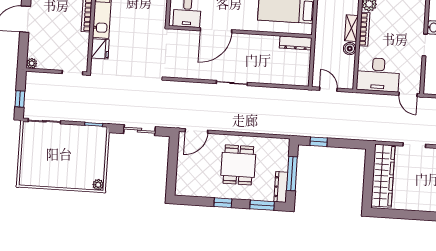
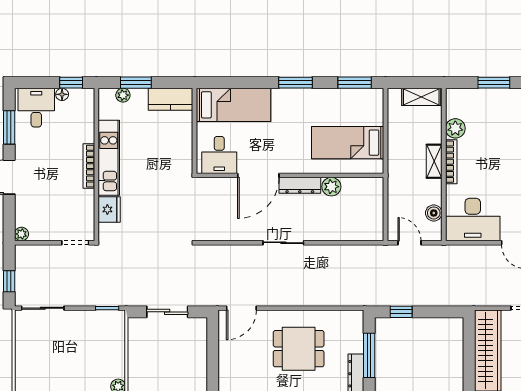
plant: (271, 42) -> (331, 187), added
dresser: (296, 43) -> (300, 185), moved
boiler: (350, 49) -> (434, 213), moved
dining table: (238, 165) -> (299, 349), turned 90

